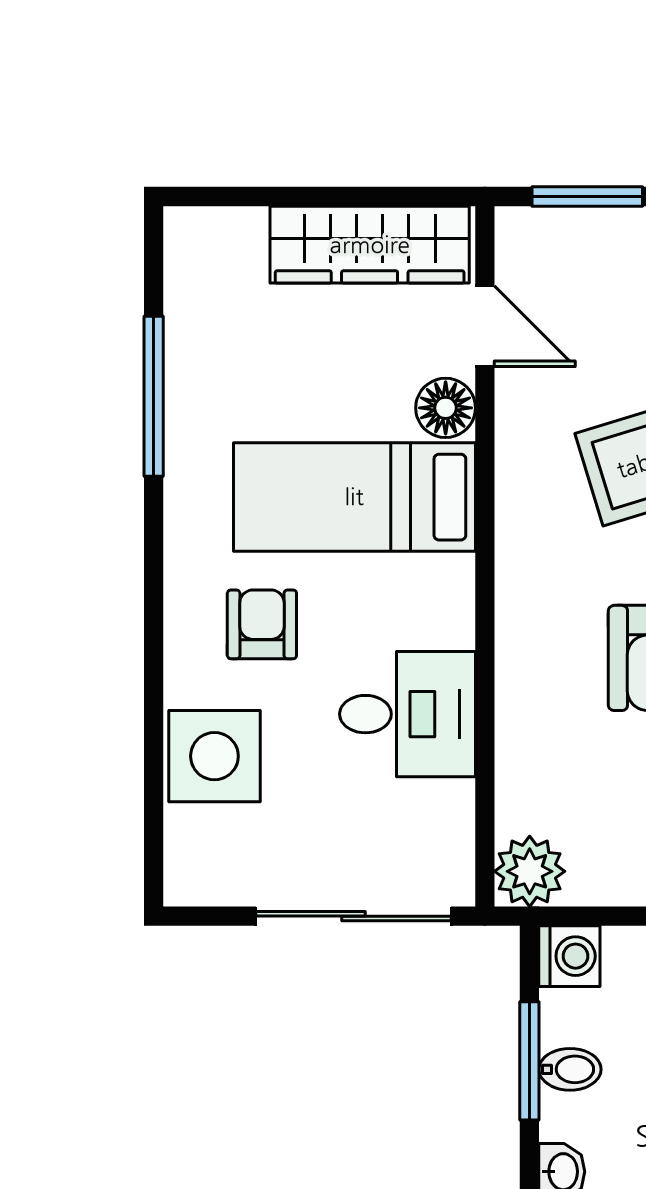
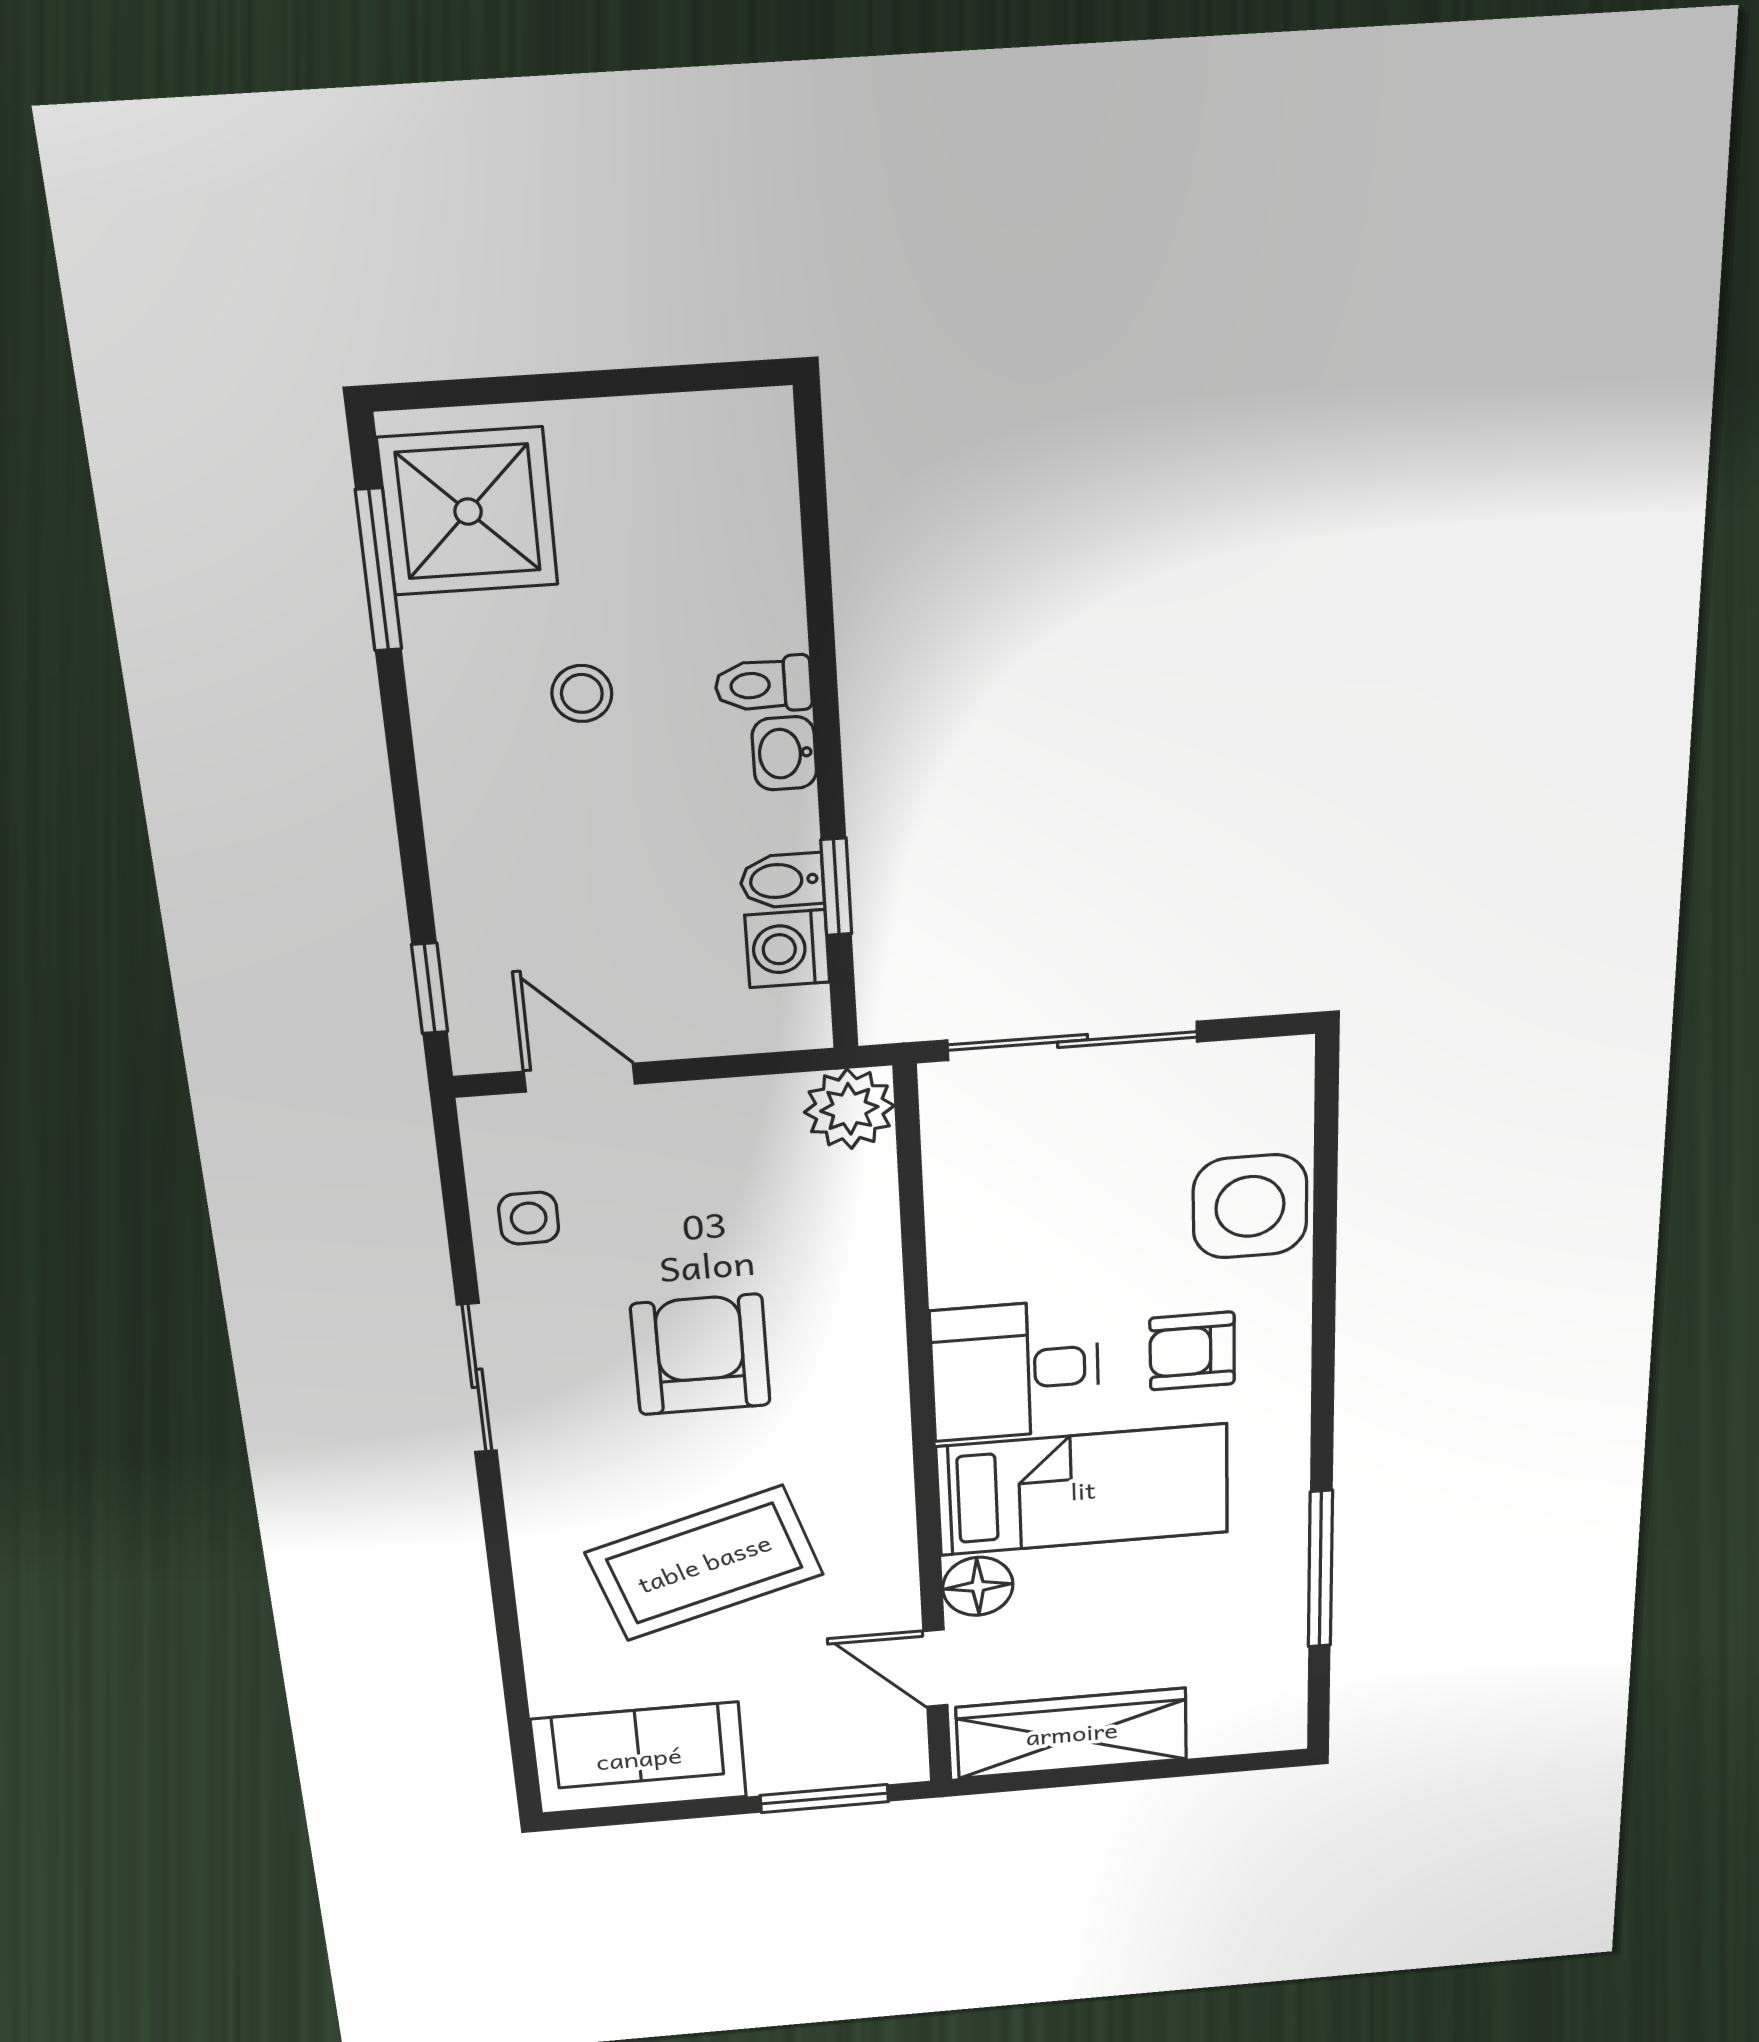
armchair: (262, 624) -> (1192, 1351), turned 90
desk: (407, 714) -> (1015, 1370), moved
washing machine: (569, 956) -> (787, 949), moved
window: (529, 1061) -> (836, 887), width x0.67

